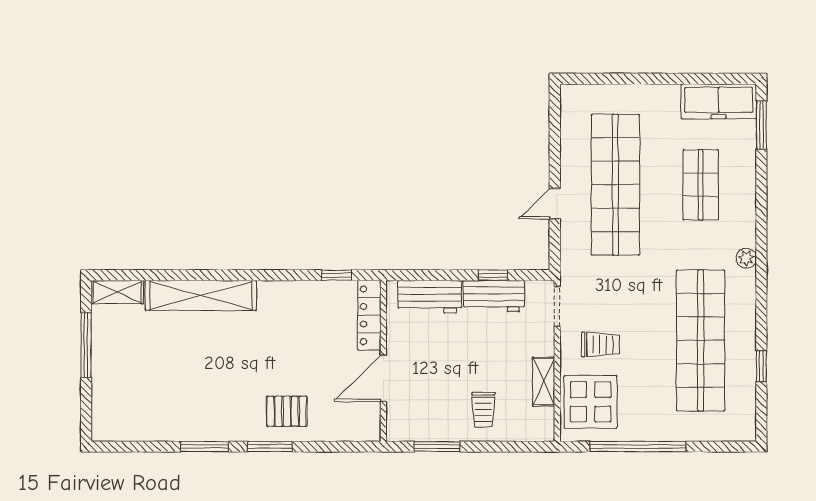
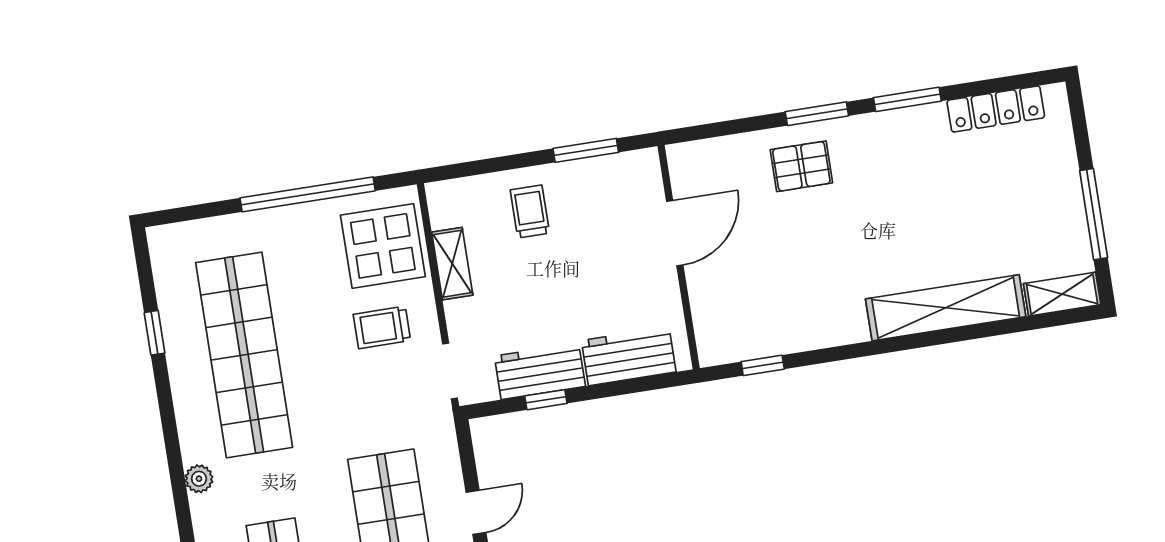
locker: (369, 315) -> (996, 109), moved, turned 90

